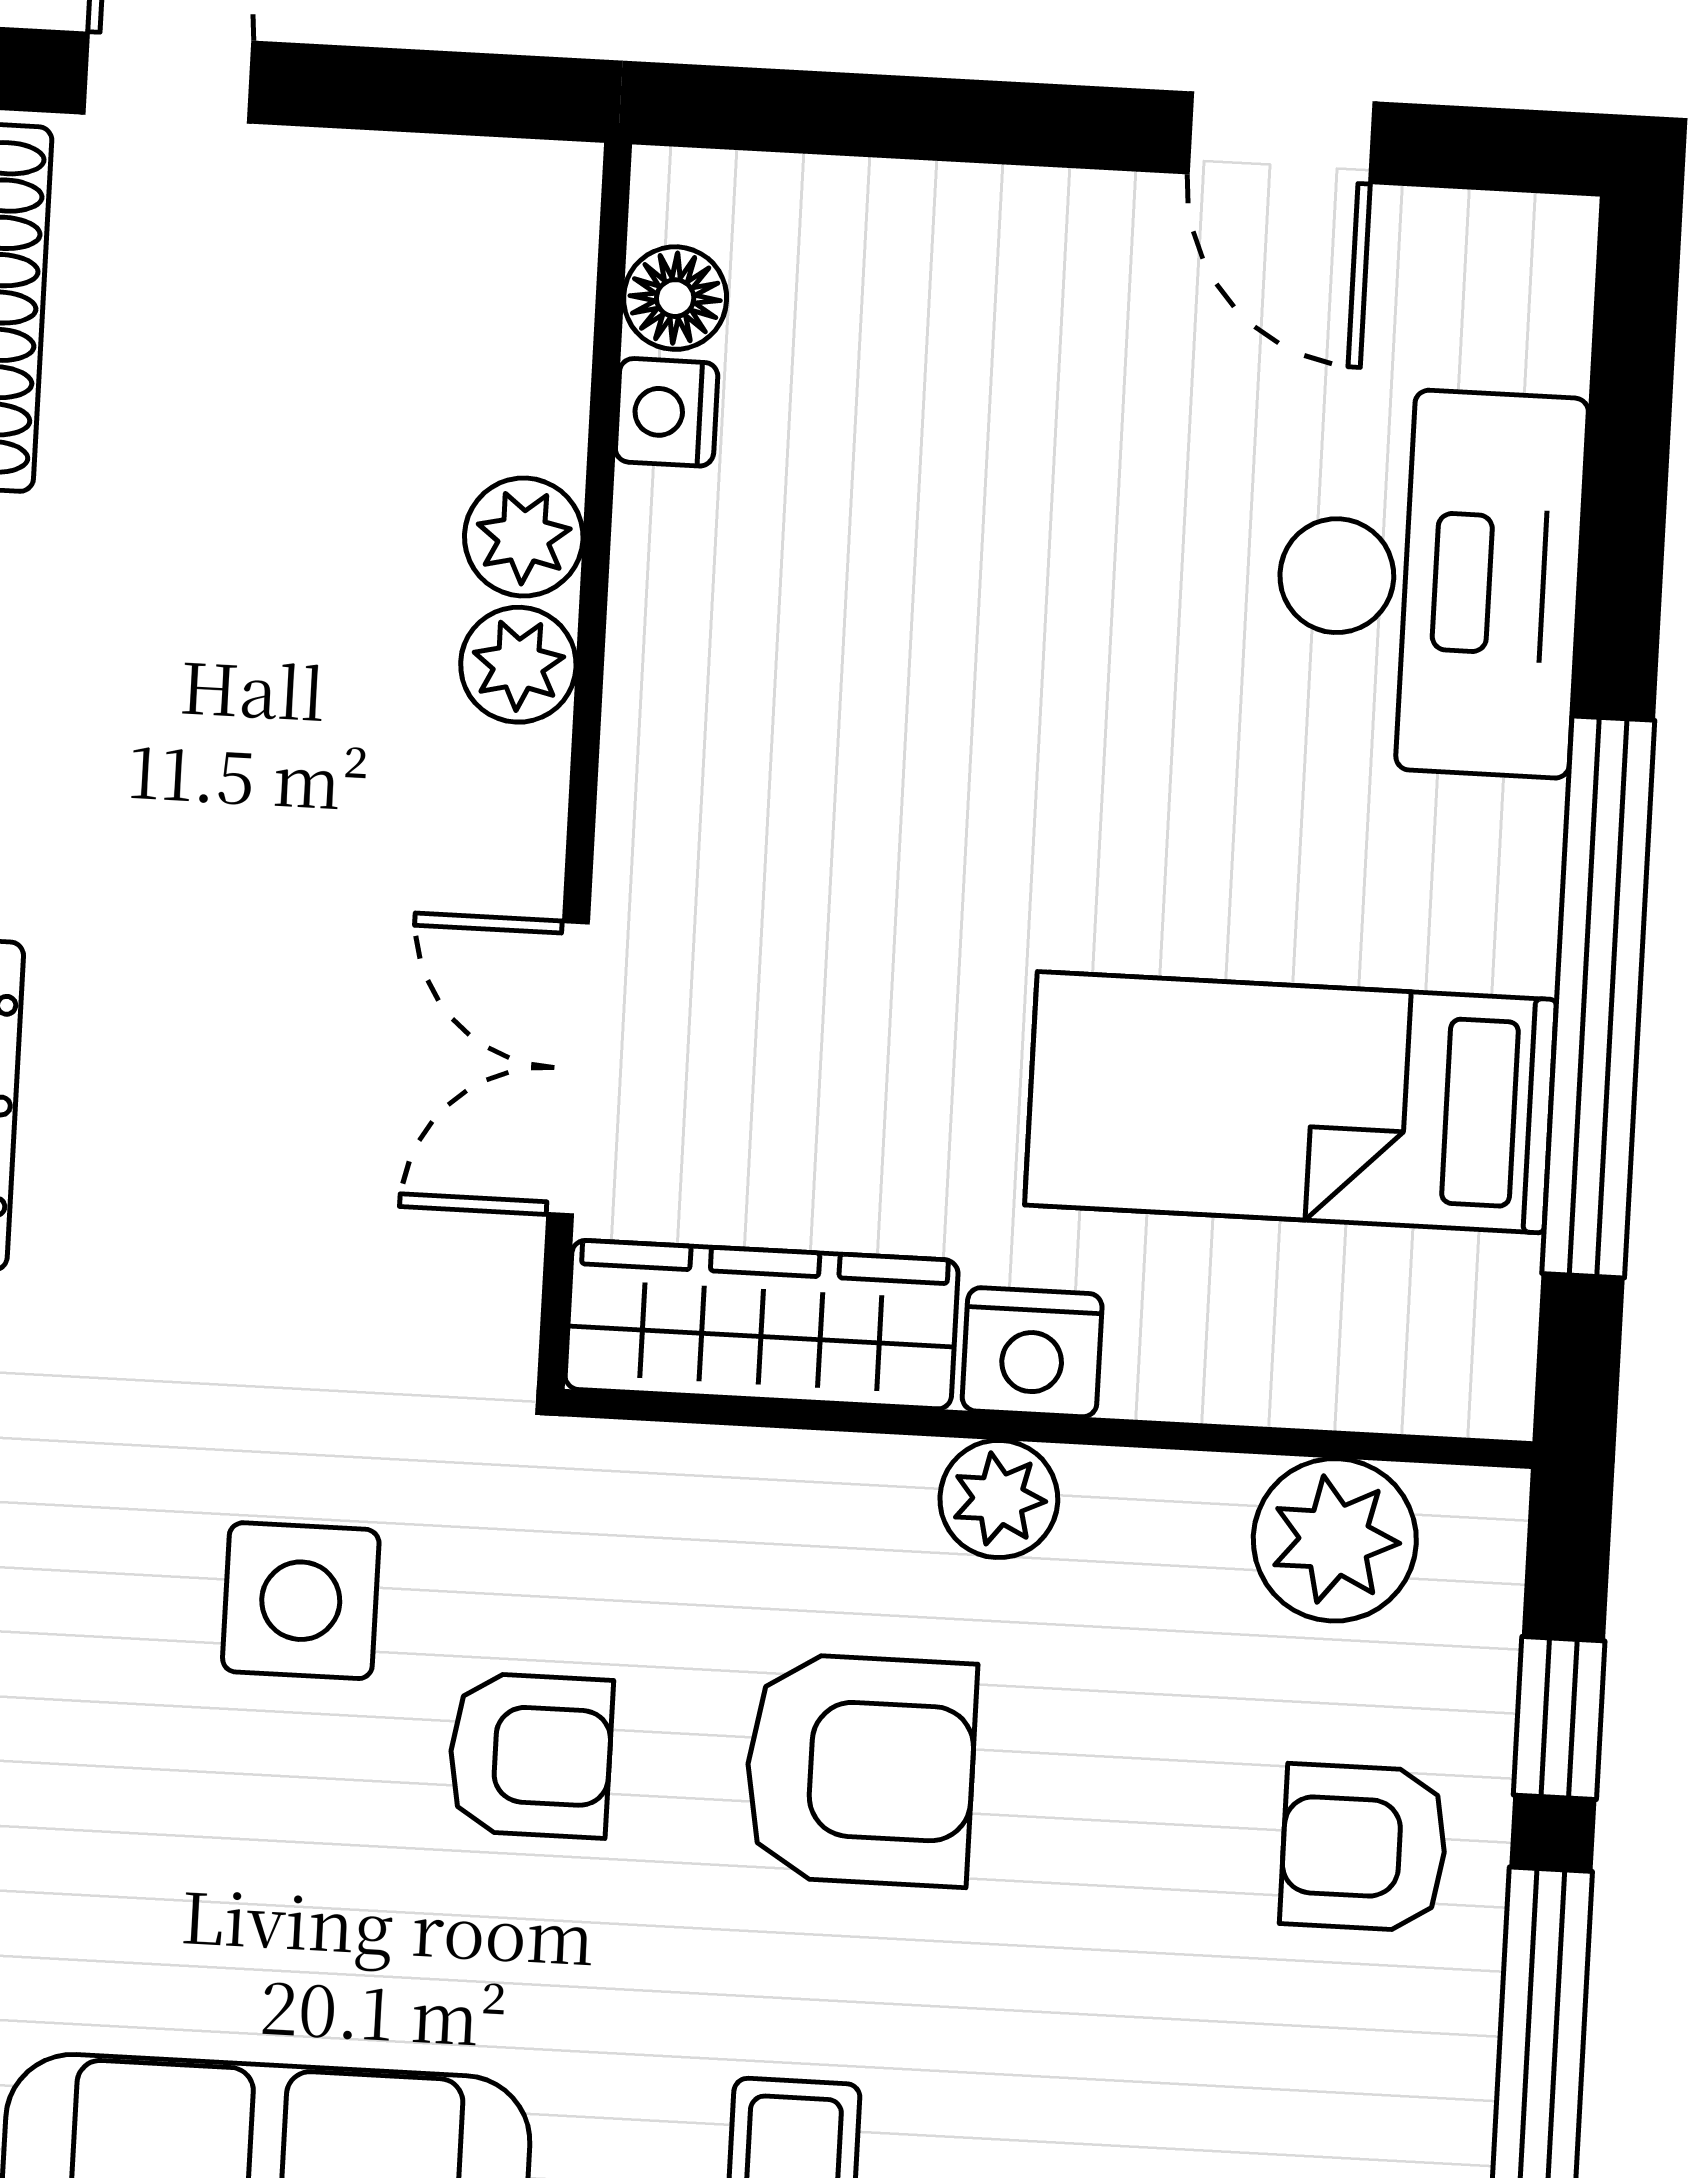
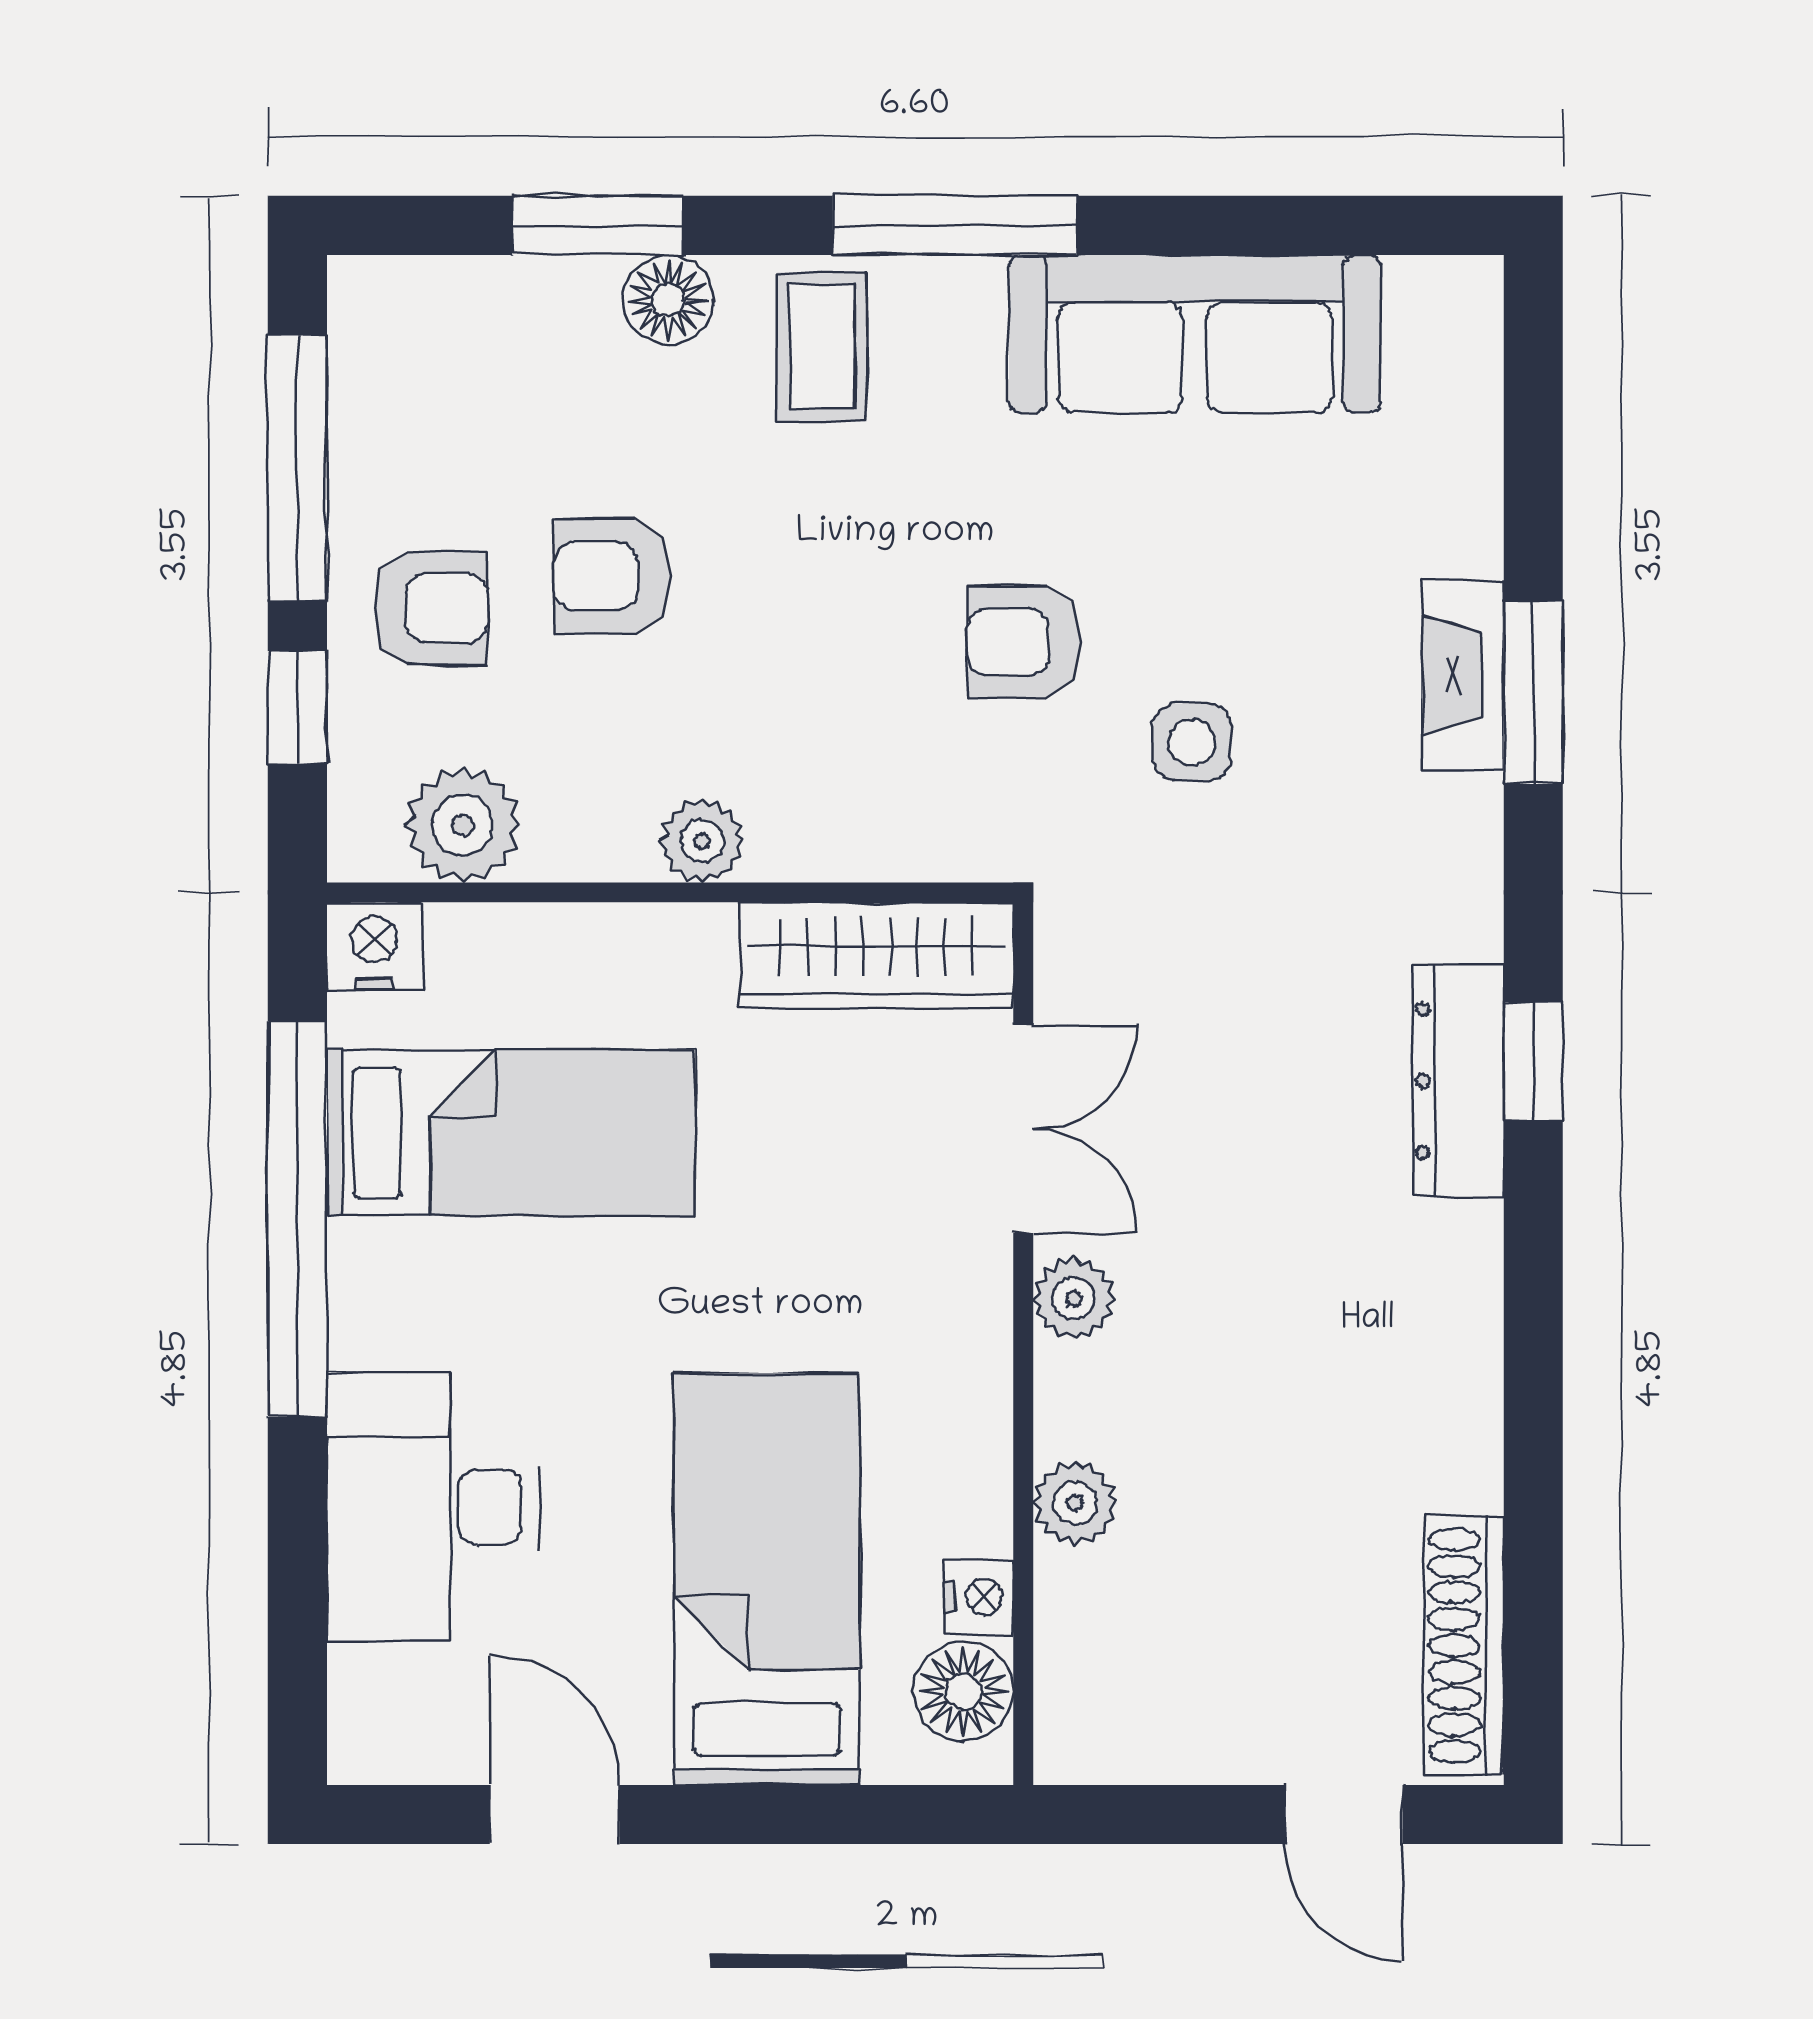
floor lamp: (675, 298) -> (963, 1691), width x1.37, depth x1.37
bed: (964, 453) -> (767, 1579), added
plant: (518, 665) -> (1074, 1298), moved
nightstand: (1032, 1352) -> (374, 946), moved
side table: (301, 1601) -> (1192, 742), width x0.73, depth x0.73
armchair: (860, 1770) -> (612, 576), moved, width x0.72, depth x0.72

